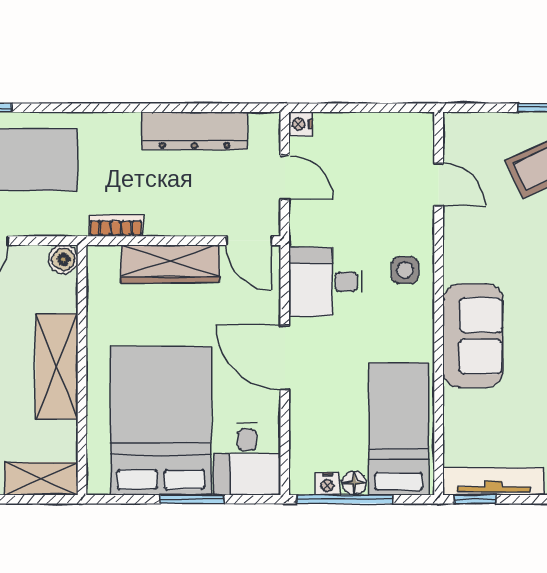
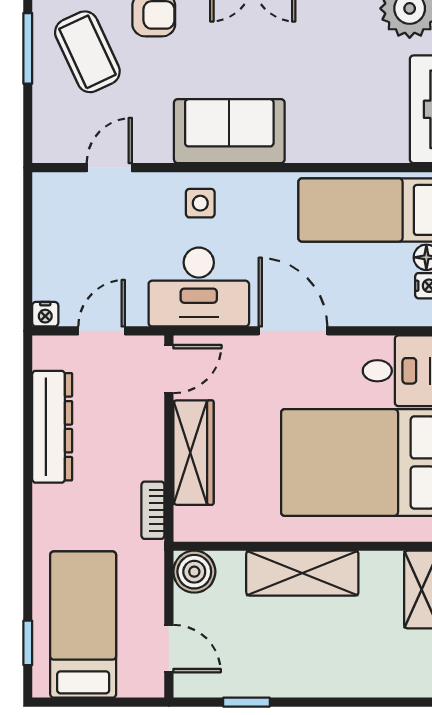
boiler: (63, 259) -> (194, 572), width x1.36, depth x1.36
desk: (326, 282) -> (199, 287), width x1.37
sofa: (473, 336) -> (229, 131), moved
door: (285, 357) -> (293, 331), swing flipped

